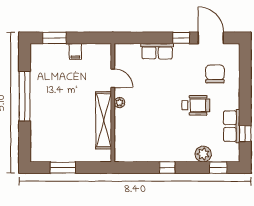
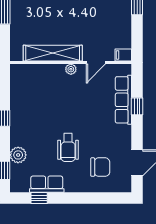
window: (181, 38) -> (137, 106), moved
filing cabinet: (75, 51) -> (123, 55), moved
row of seats: (157, 51) -> (123, 100), width x1.48

